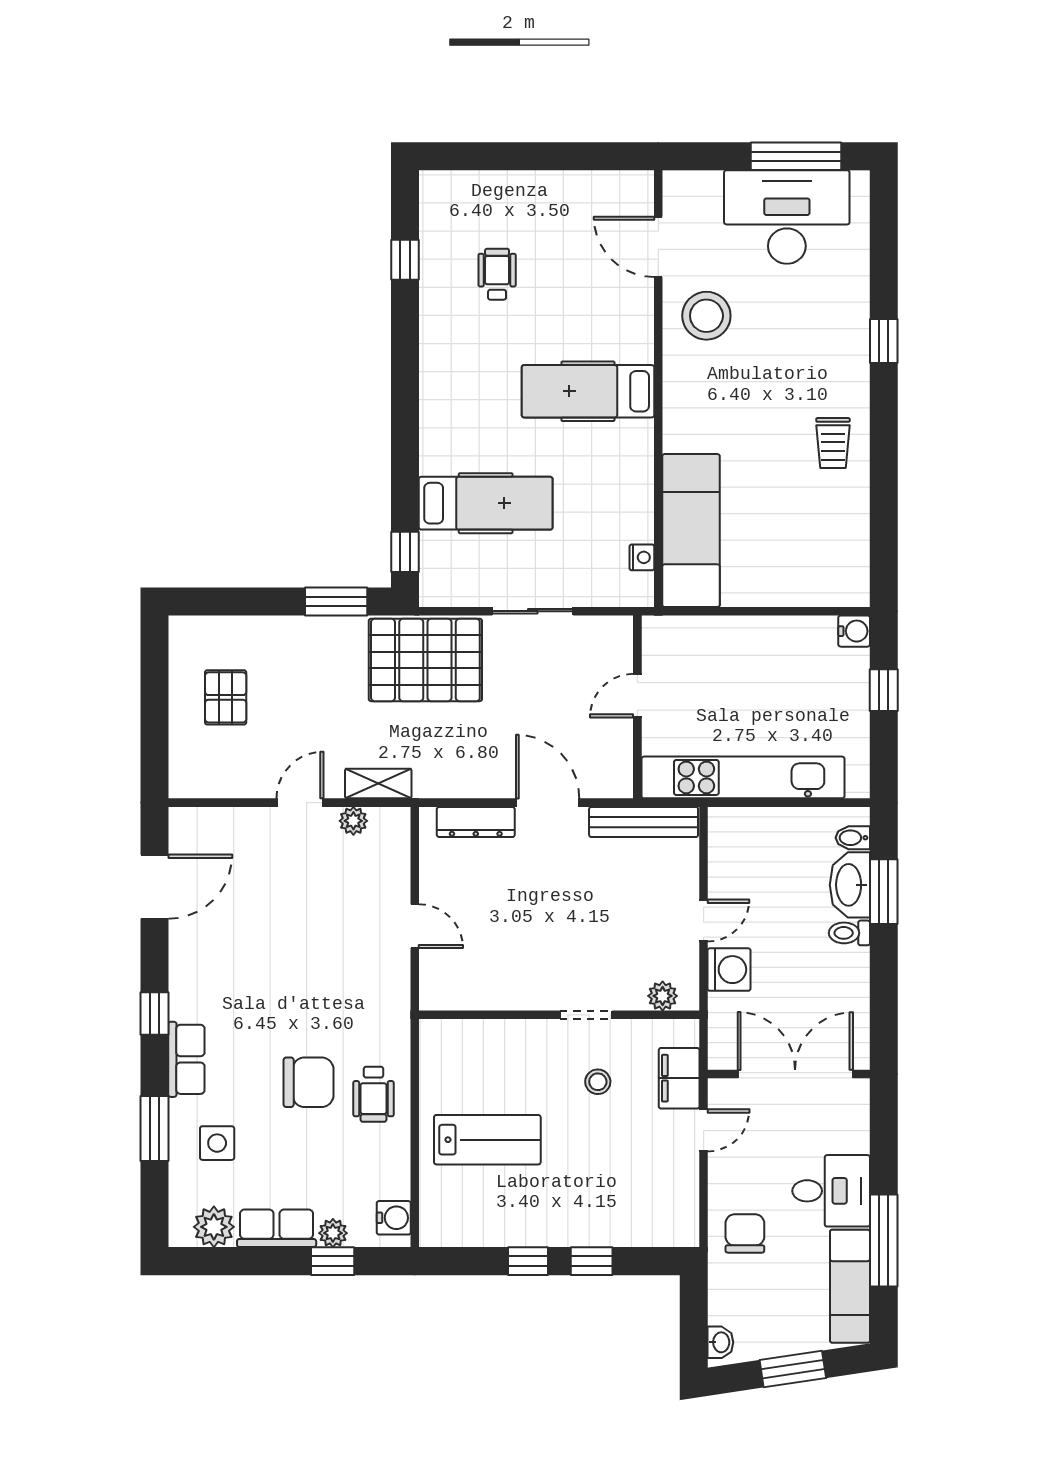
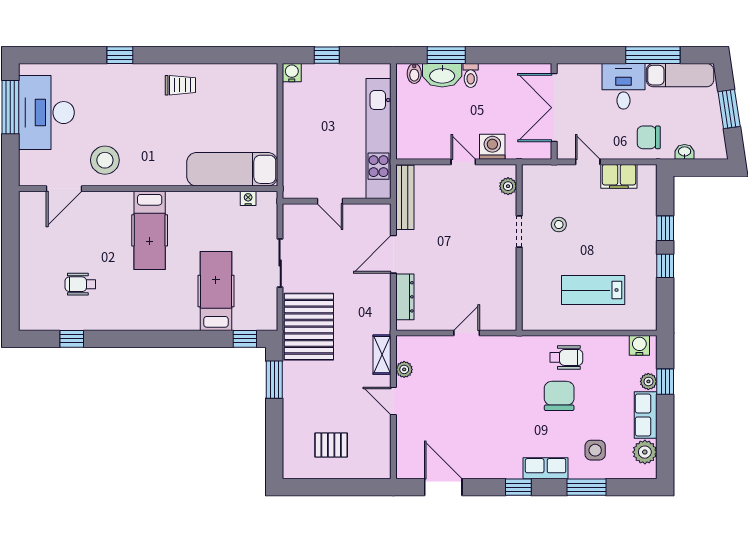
filing cabinet: (679, 1078) -> (619, 176), moved
lab bench: (487, 1140) -> (593, 290), turned -90
washbasin: (720, 1342) -> (685, 152), moved

